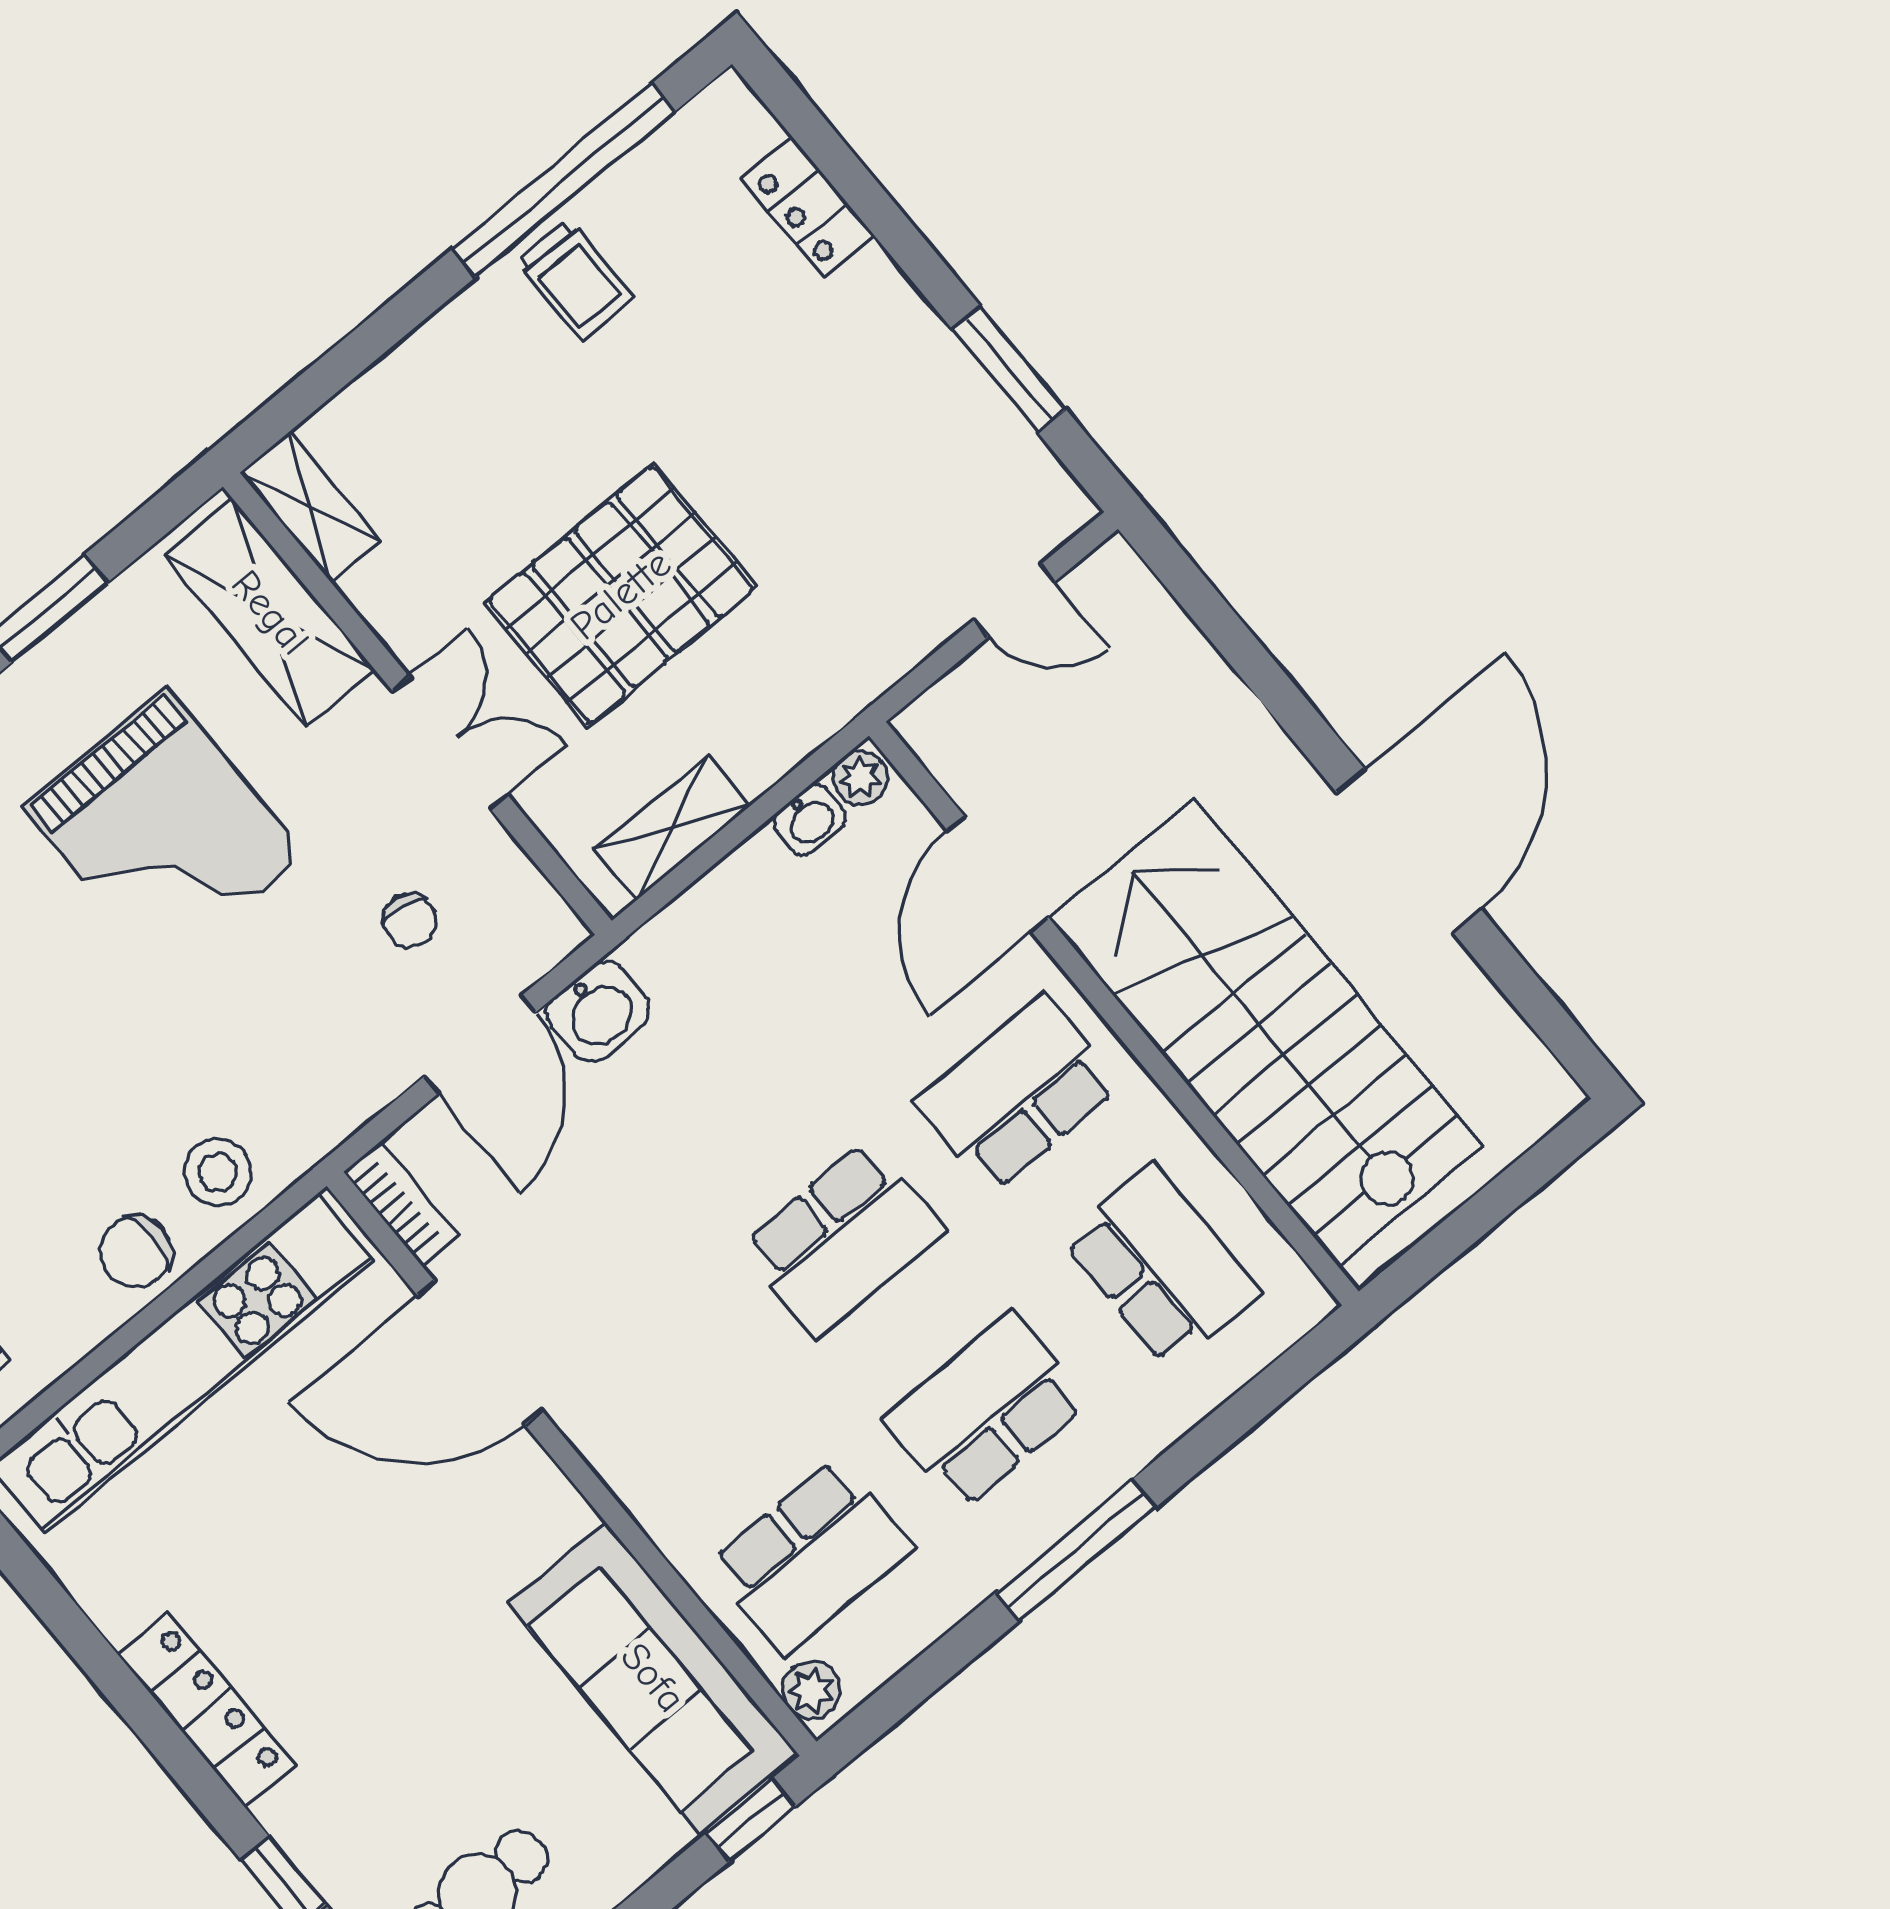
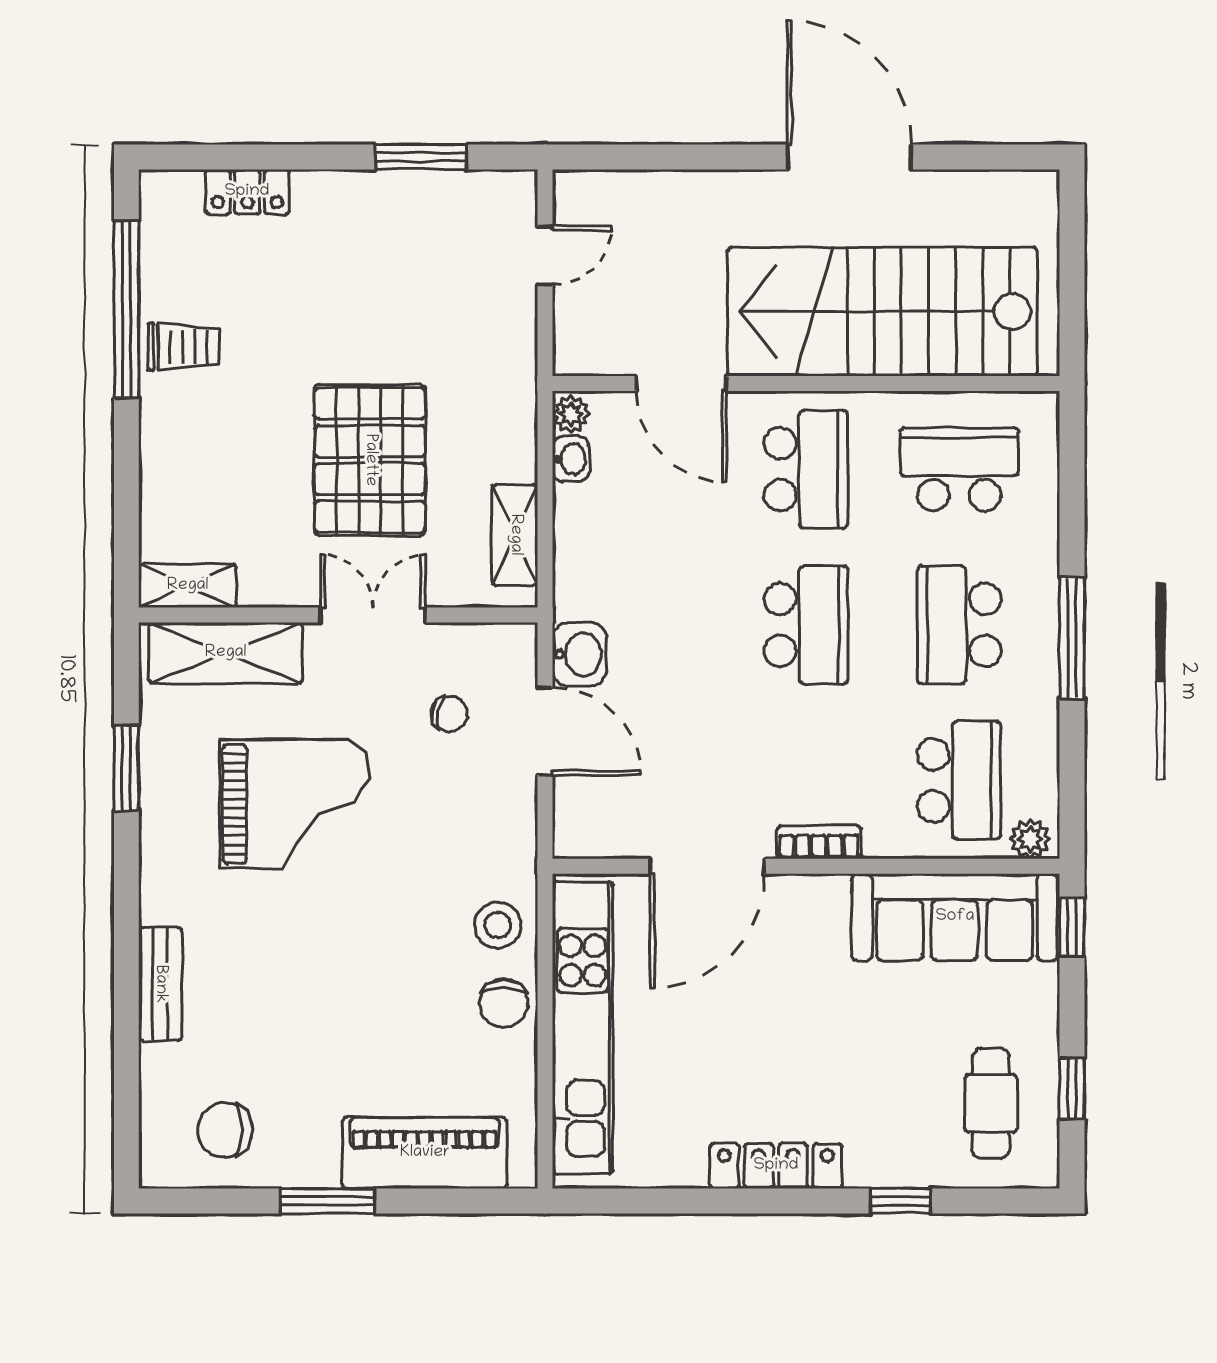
school desk: (1018, 1093) -> (806, 469), turned 180
bookcase: (401, 1203) -> (819, 842), moved

